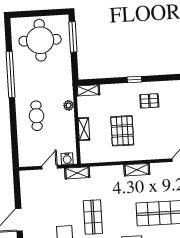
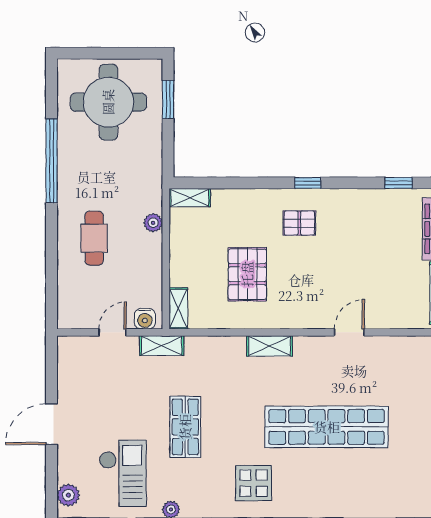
window: (73, 37) -> (168, 100), width x0.69
window: (134, 80) -> (308, 183), moved
shelving: (84, 129) -> (178, 308), moved

